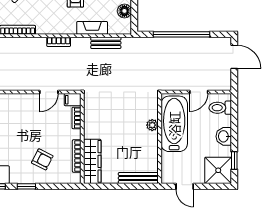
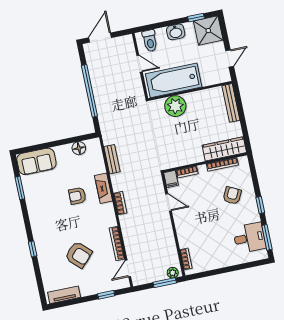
fireplace: (92, 28) -> (103, 188), moved
plant: (152, 125) -> (175, 106), width x1.87, depth x1.87

